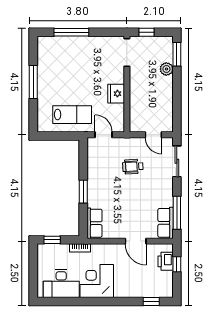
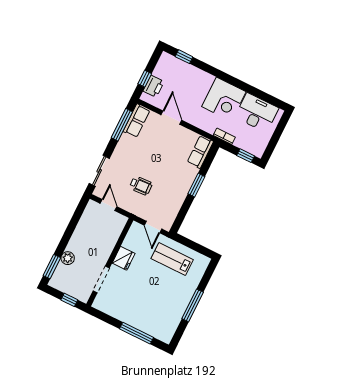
doorway: (127, 53) -> (101, 279), moved

